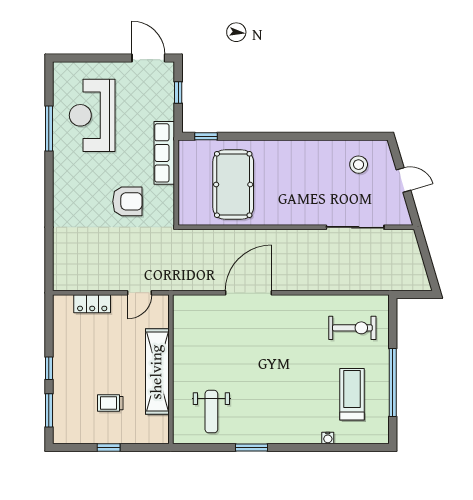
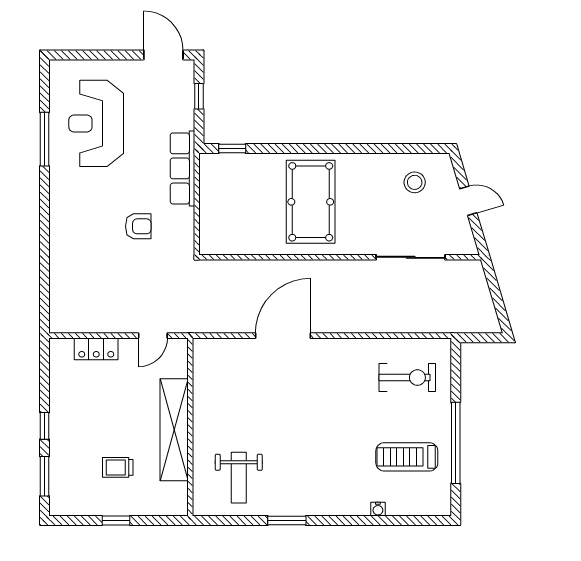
pool table: (233, 185) -> (311, 202), moved
armchair: (127, 201) -> (138, 226), width x0.72, depth x0.72
treadmill: (352, 394) -> (407, 457), turned -90

